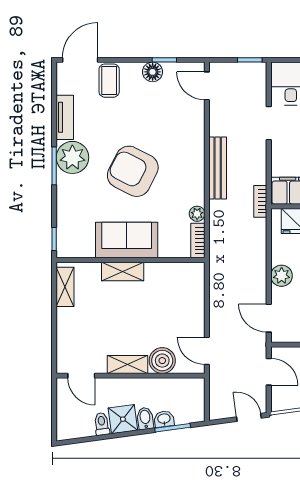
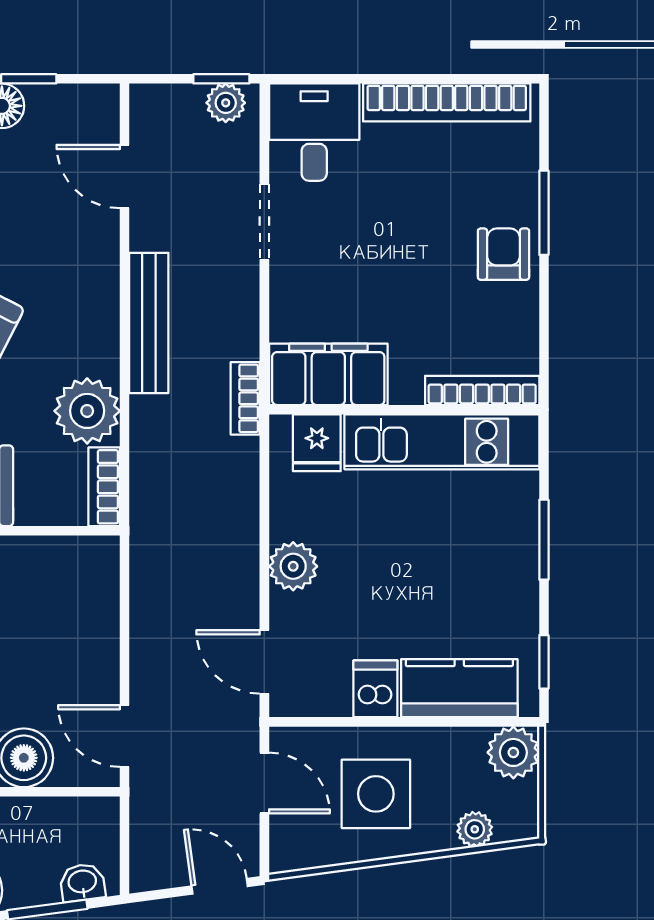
plant: (252, 71) -> (226, 103), added
door: (207, 86) -> (125, 177), moved
plant: (197, 214) -> (87, 411), width x1.88, depth x1.88
washbasin: (164, 419) -> (82, 882), moved

